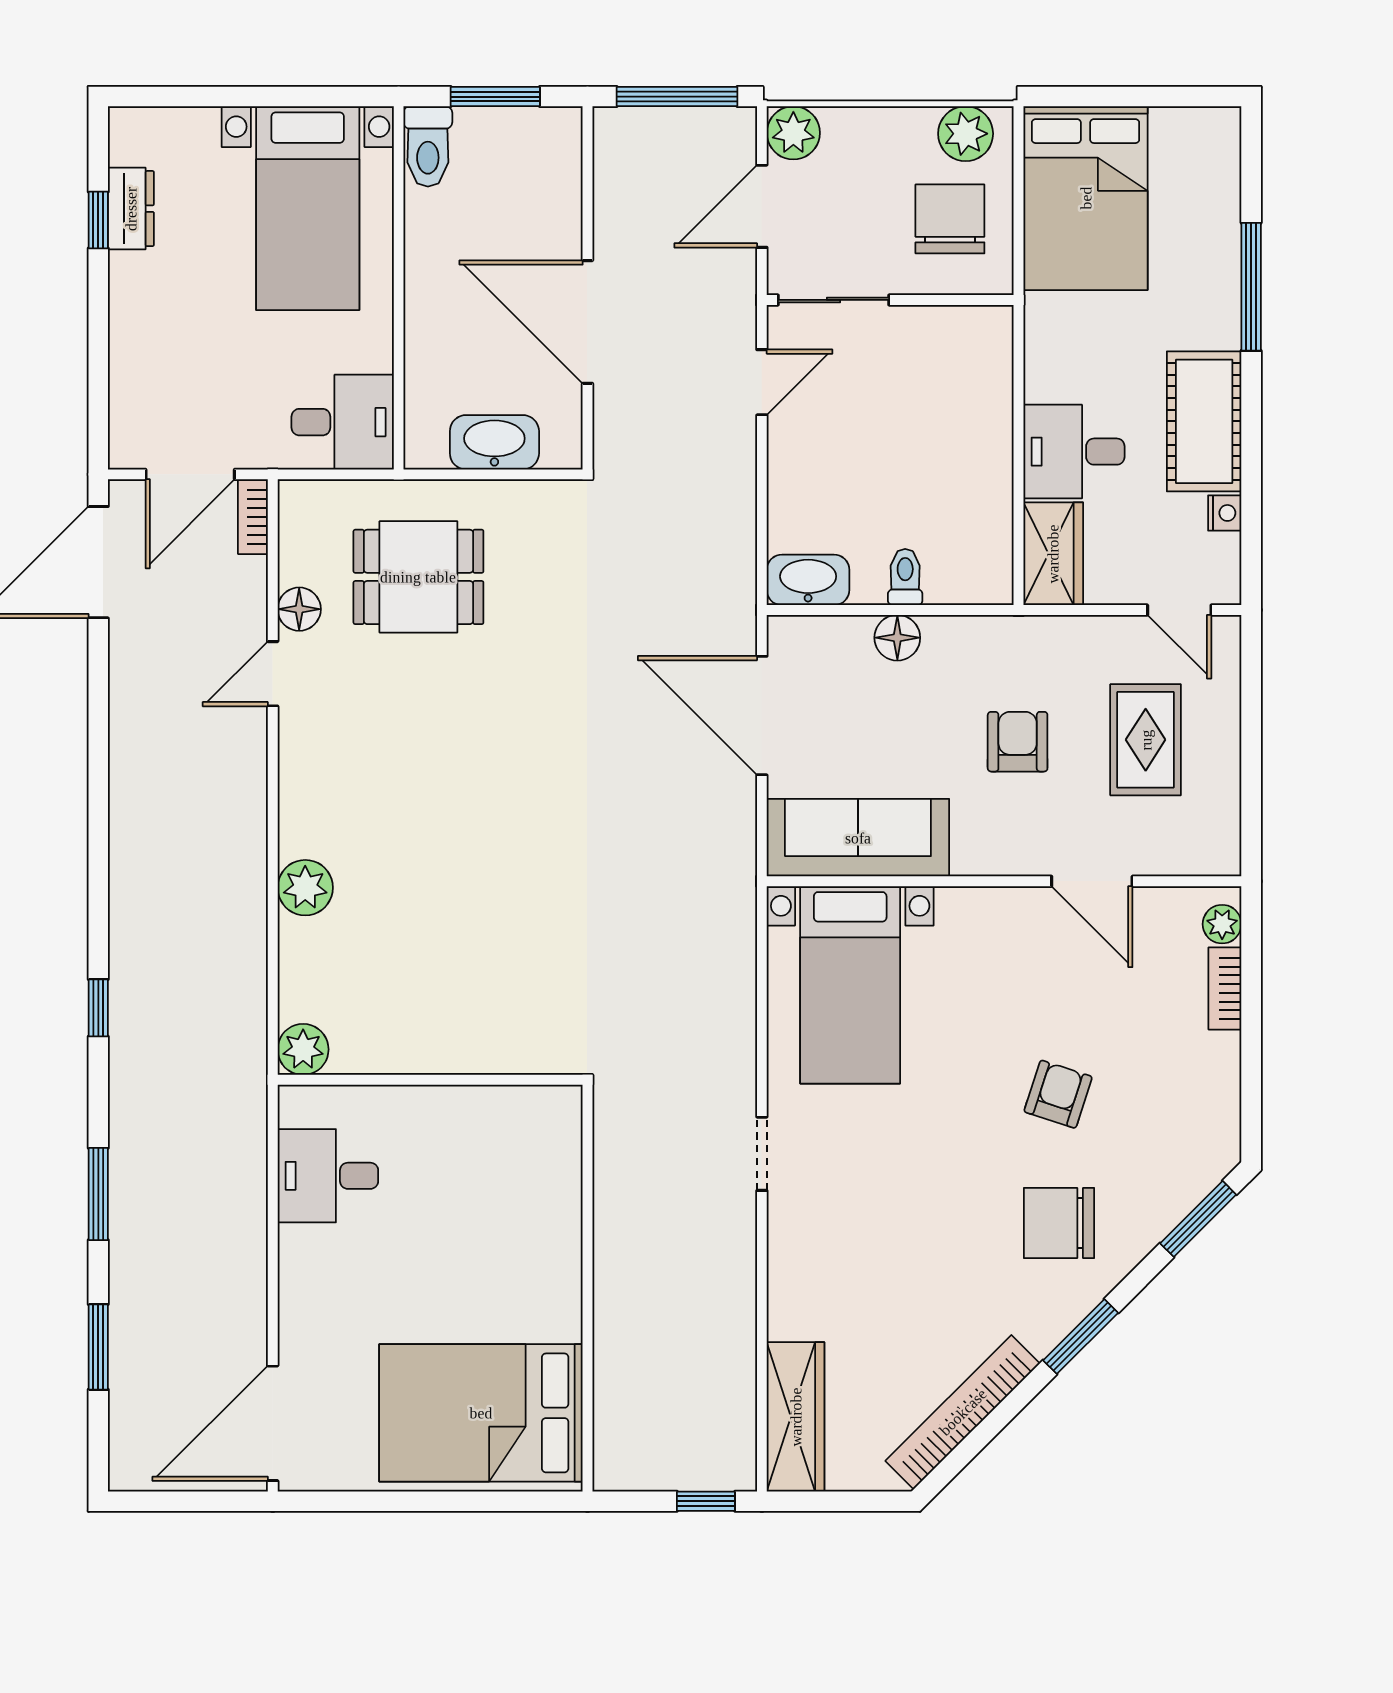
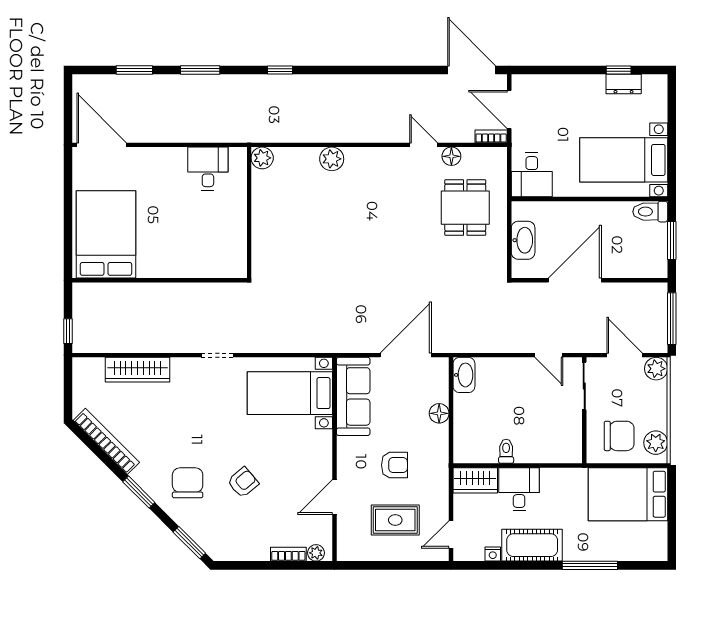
toilet: (905, 577) -> (506, 451), moved, turned -90
armchair: (1058, 1094) -> (243, 482), turned -58
wardrobe: (796, 1417) -> (137, 370), moved

